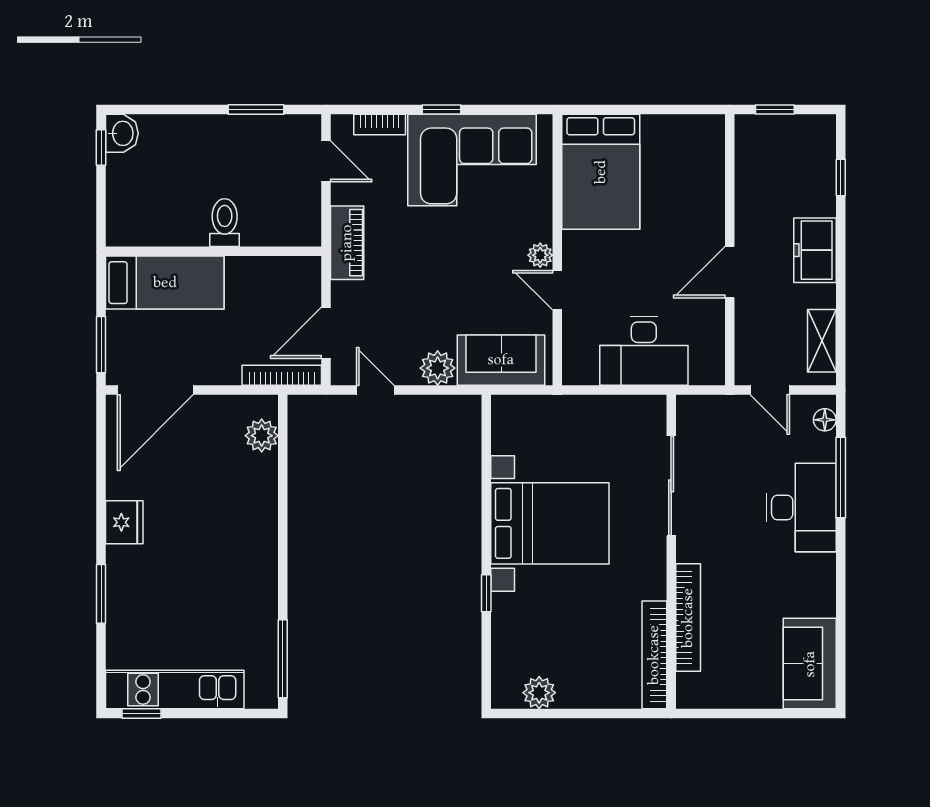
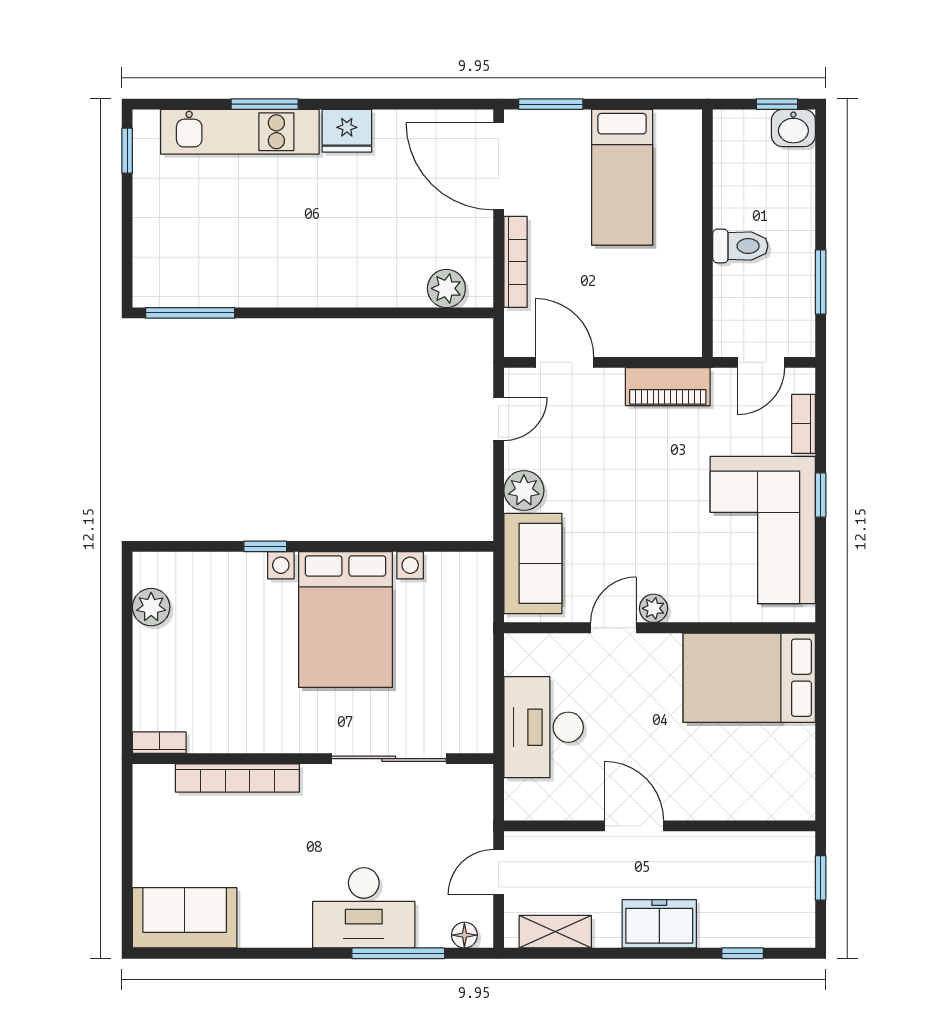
toilet: (225, 223) -> (740, 246), moved
wall: (214, 251) -> (707, 233), moved
bookcase: (282, 375) -> (516, 262), moved
bookcase: (654, 655) -> (159, 743), width x0.43, depth x0.76
kitchen unit: (175, 690) -> (240, 132), moved, turned 90

